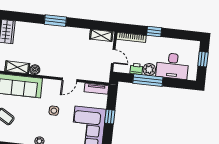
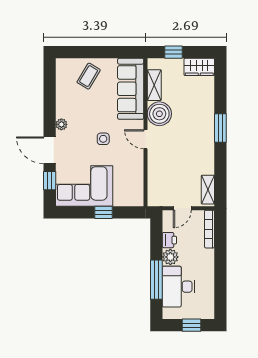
window: (154, 32) -> (220, 258), removed
boiler: (35, 70) -> (159, 114), width x1.86, depth x1.86
door: (69, 80) -> (146, 139), moved
window: (148, 80) -> (156, 280), moved
tv unit: (96, 89) -> (138, 191), removed

